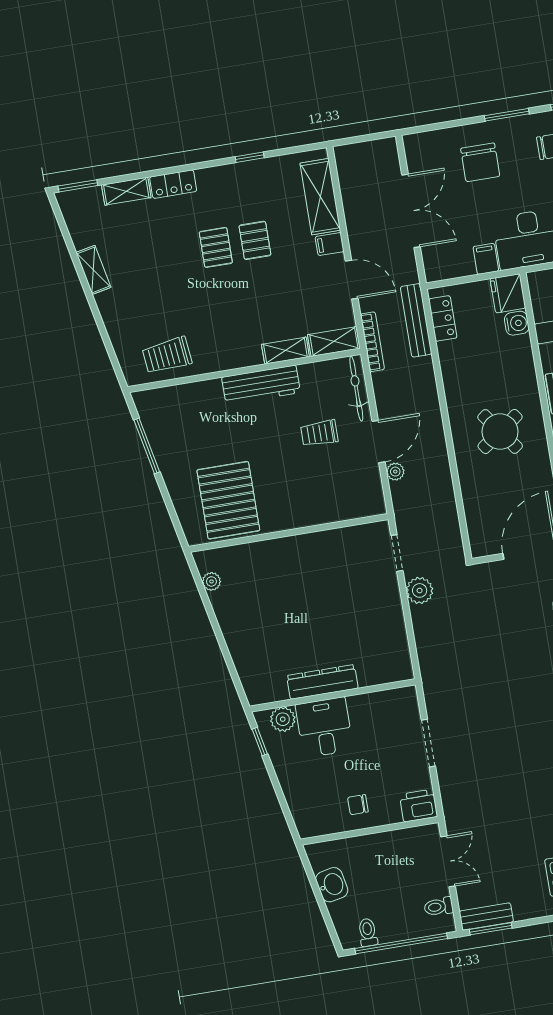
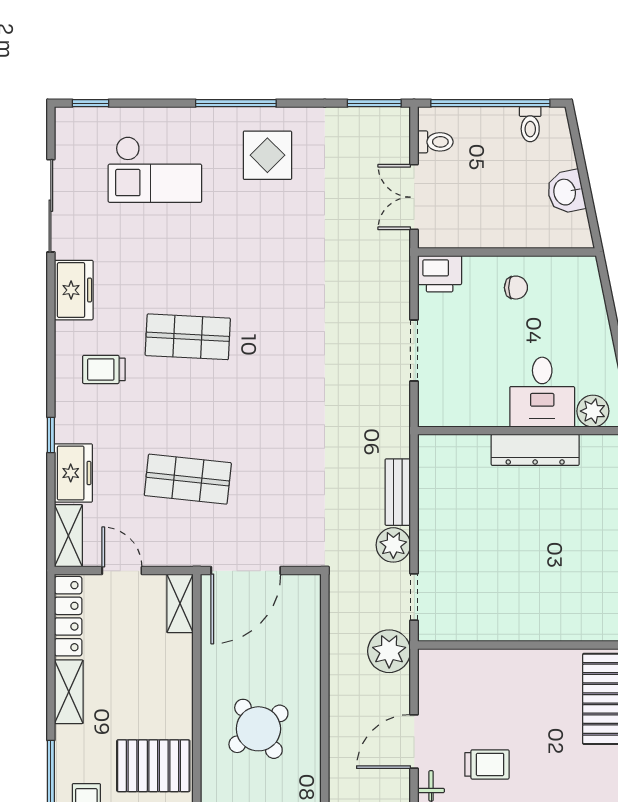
plant: (395, 472) -> (389, 651), moved, width x1.88, depth x1.88
bench: (486, 917) -> (398, 492), moved, turned 90

